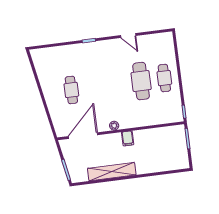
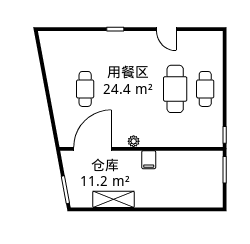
shelving: (112, 172) -> (113, 199), width x0.68

